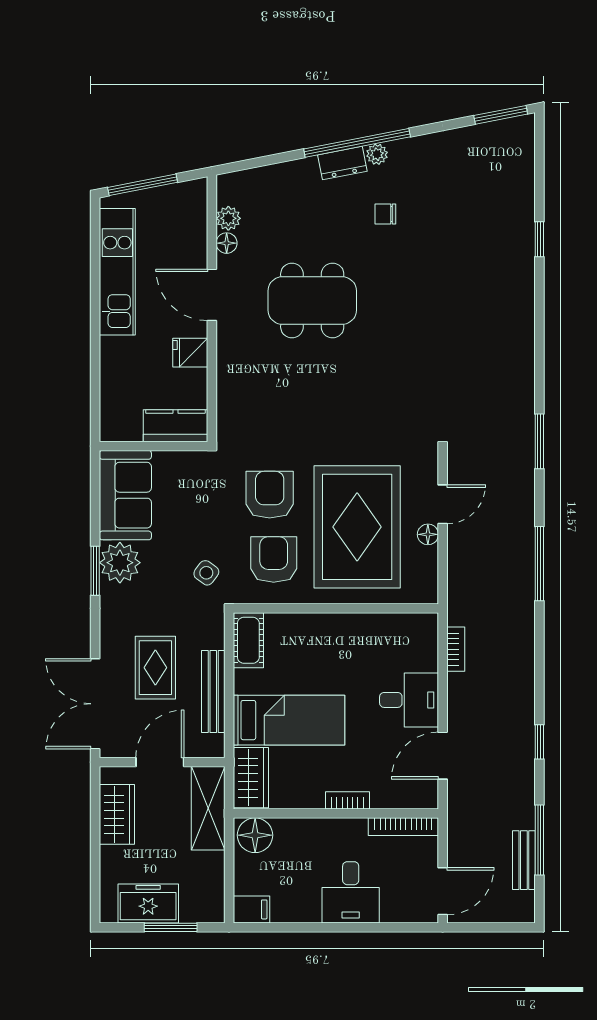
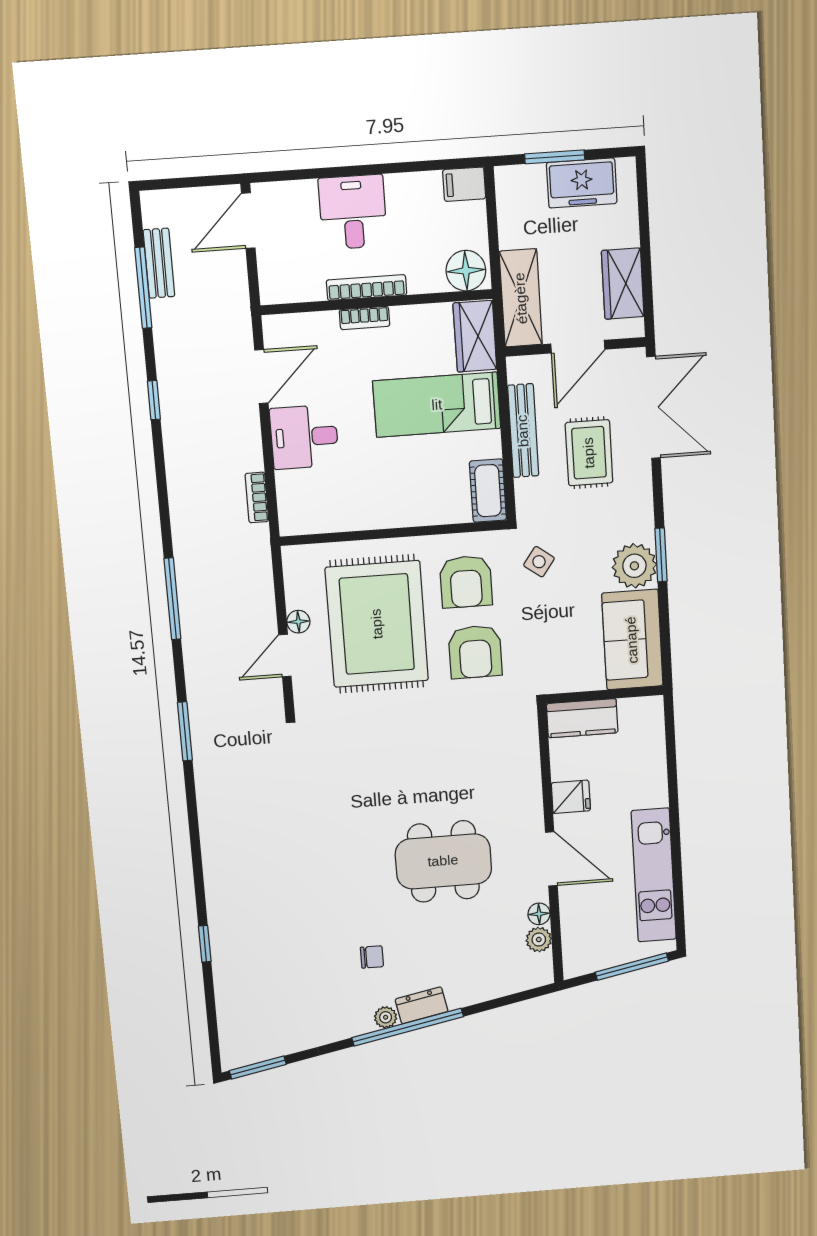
bookcase: (403, 827) -> (367, 288), moved

